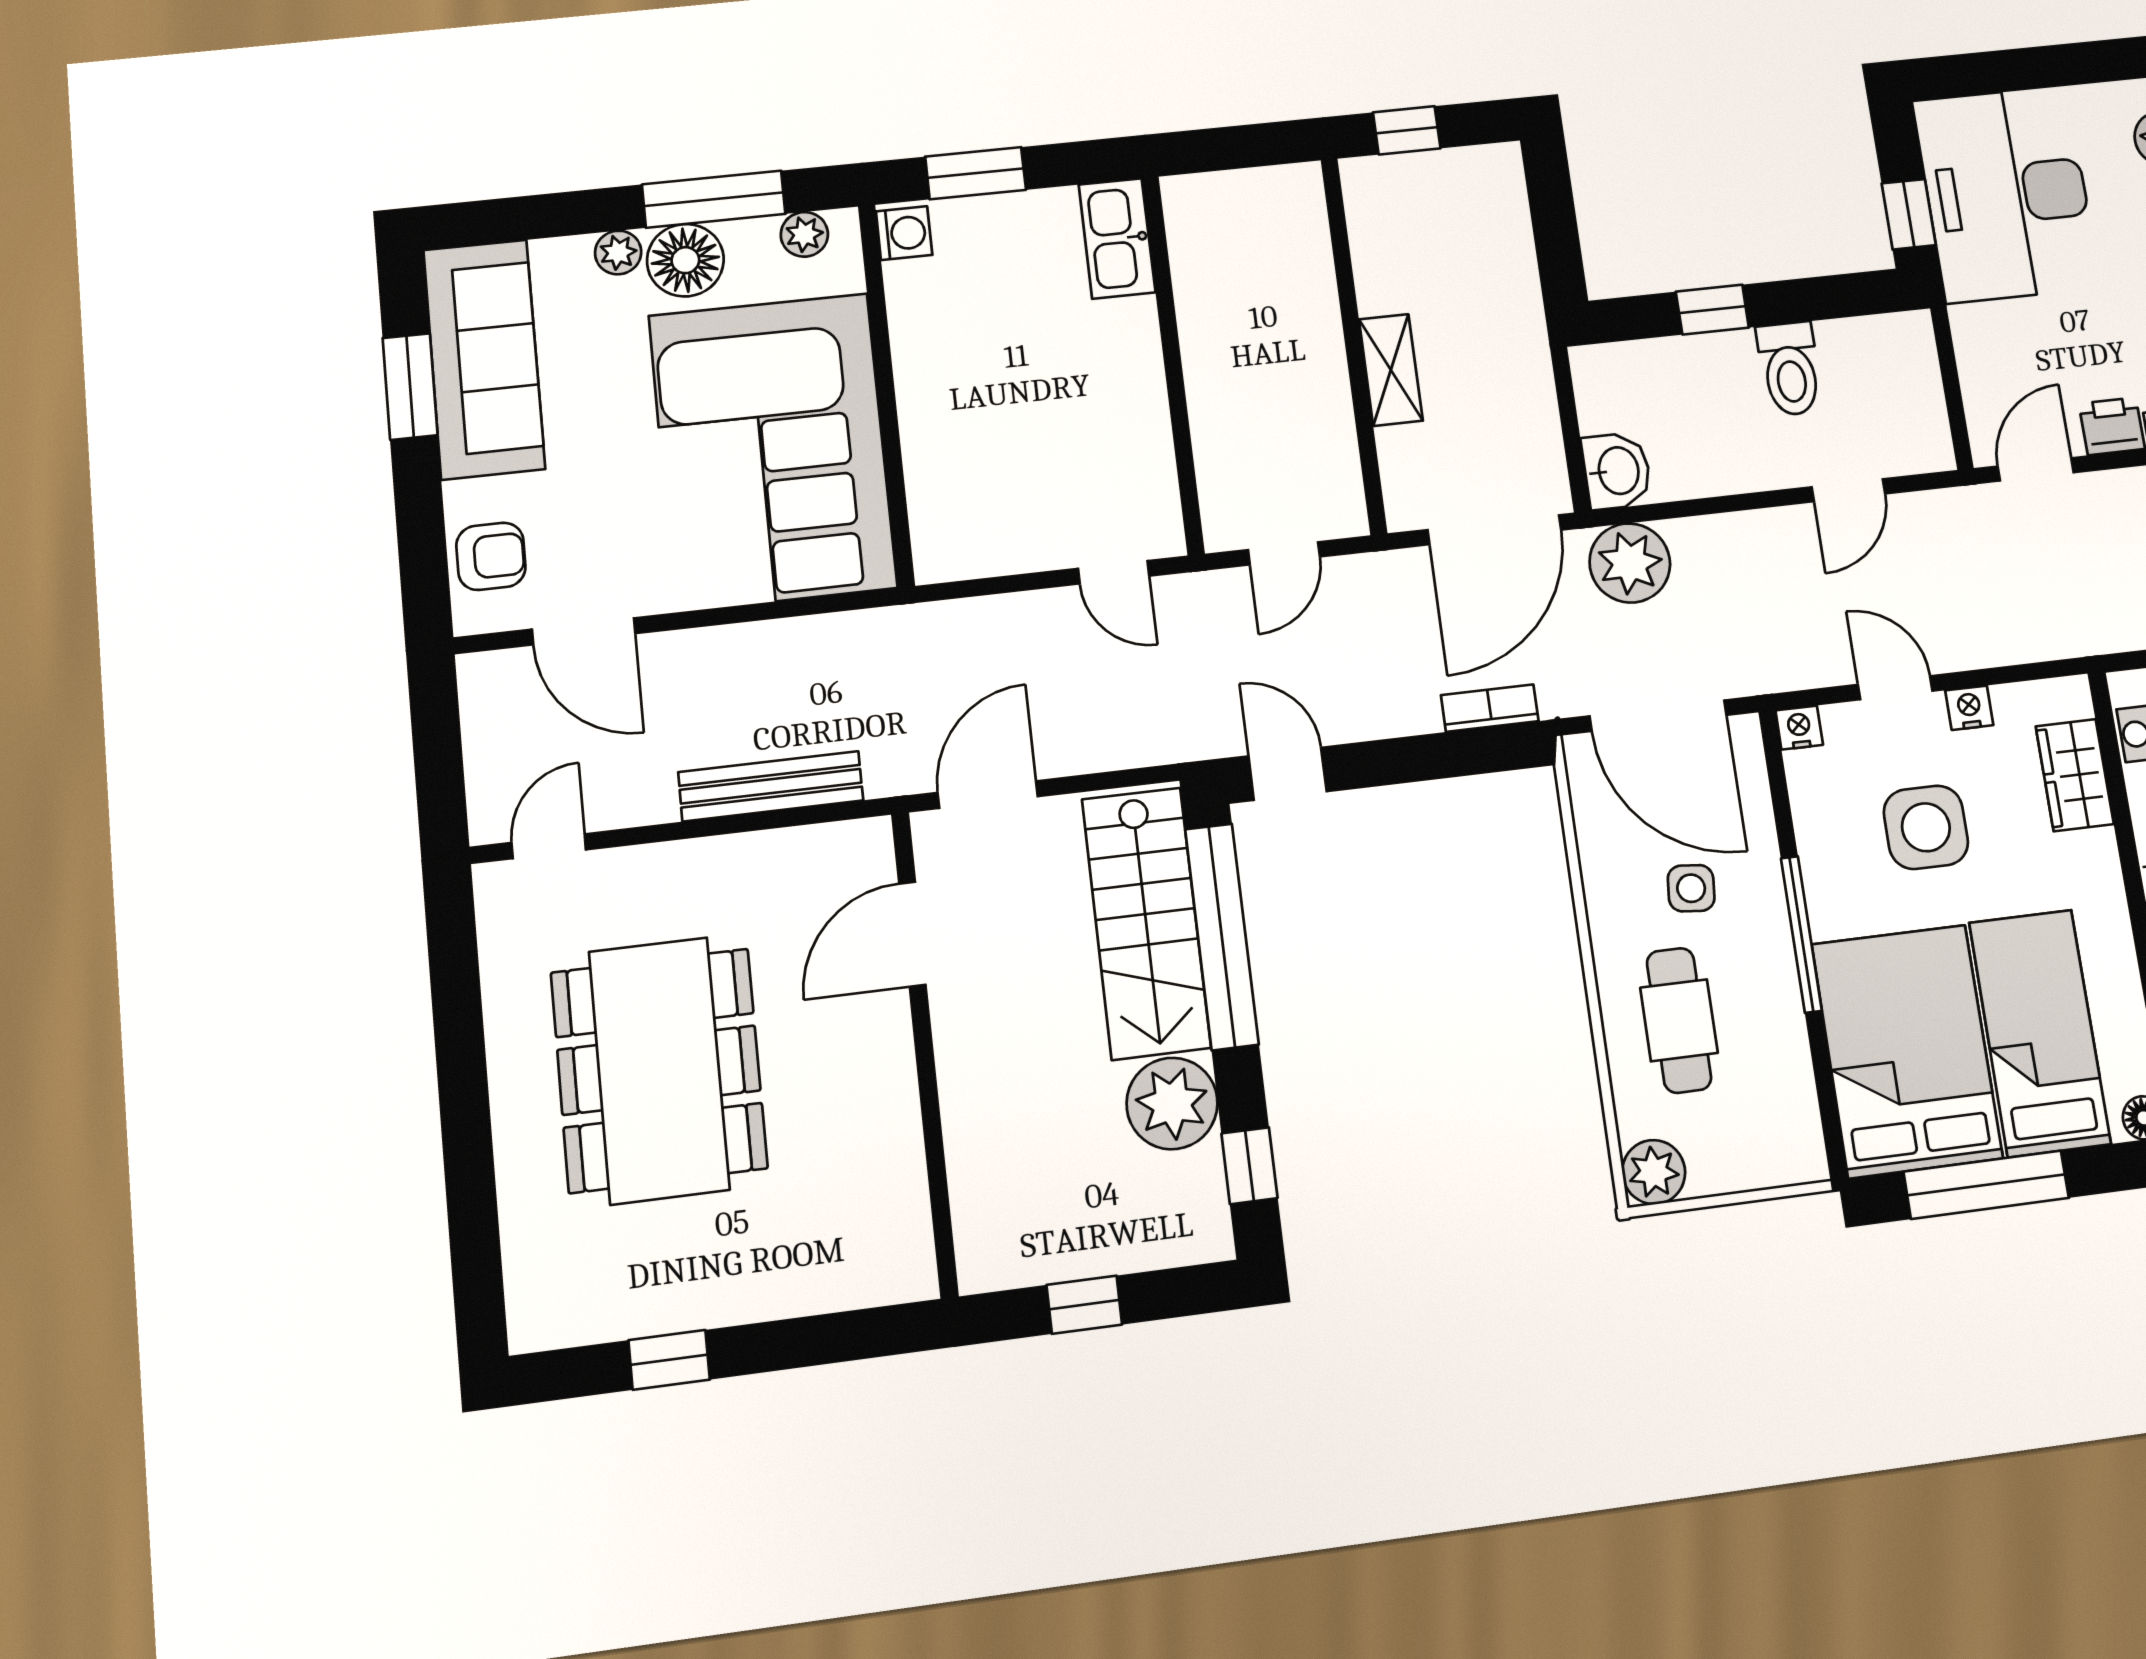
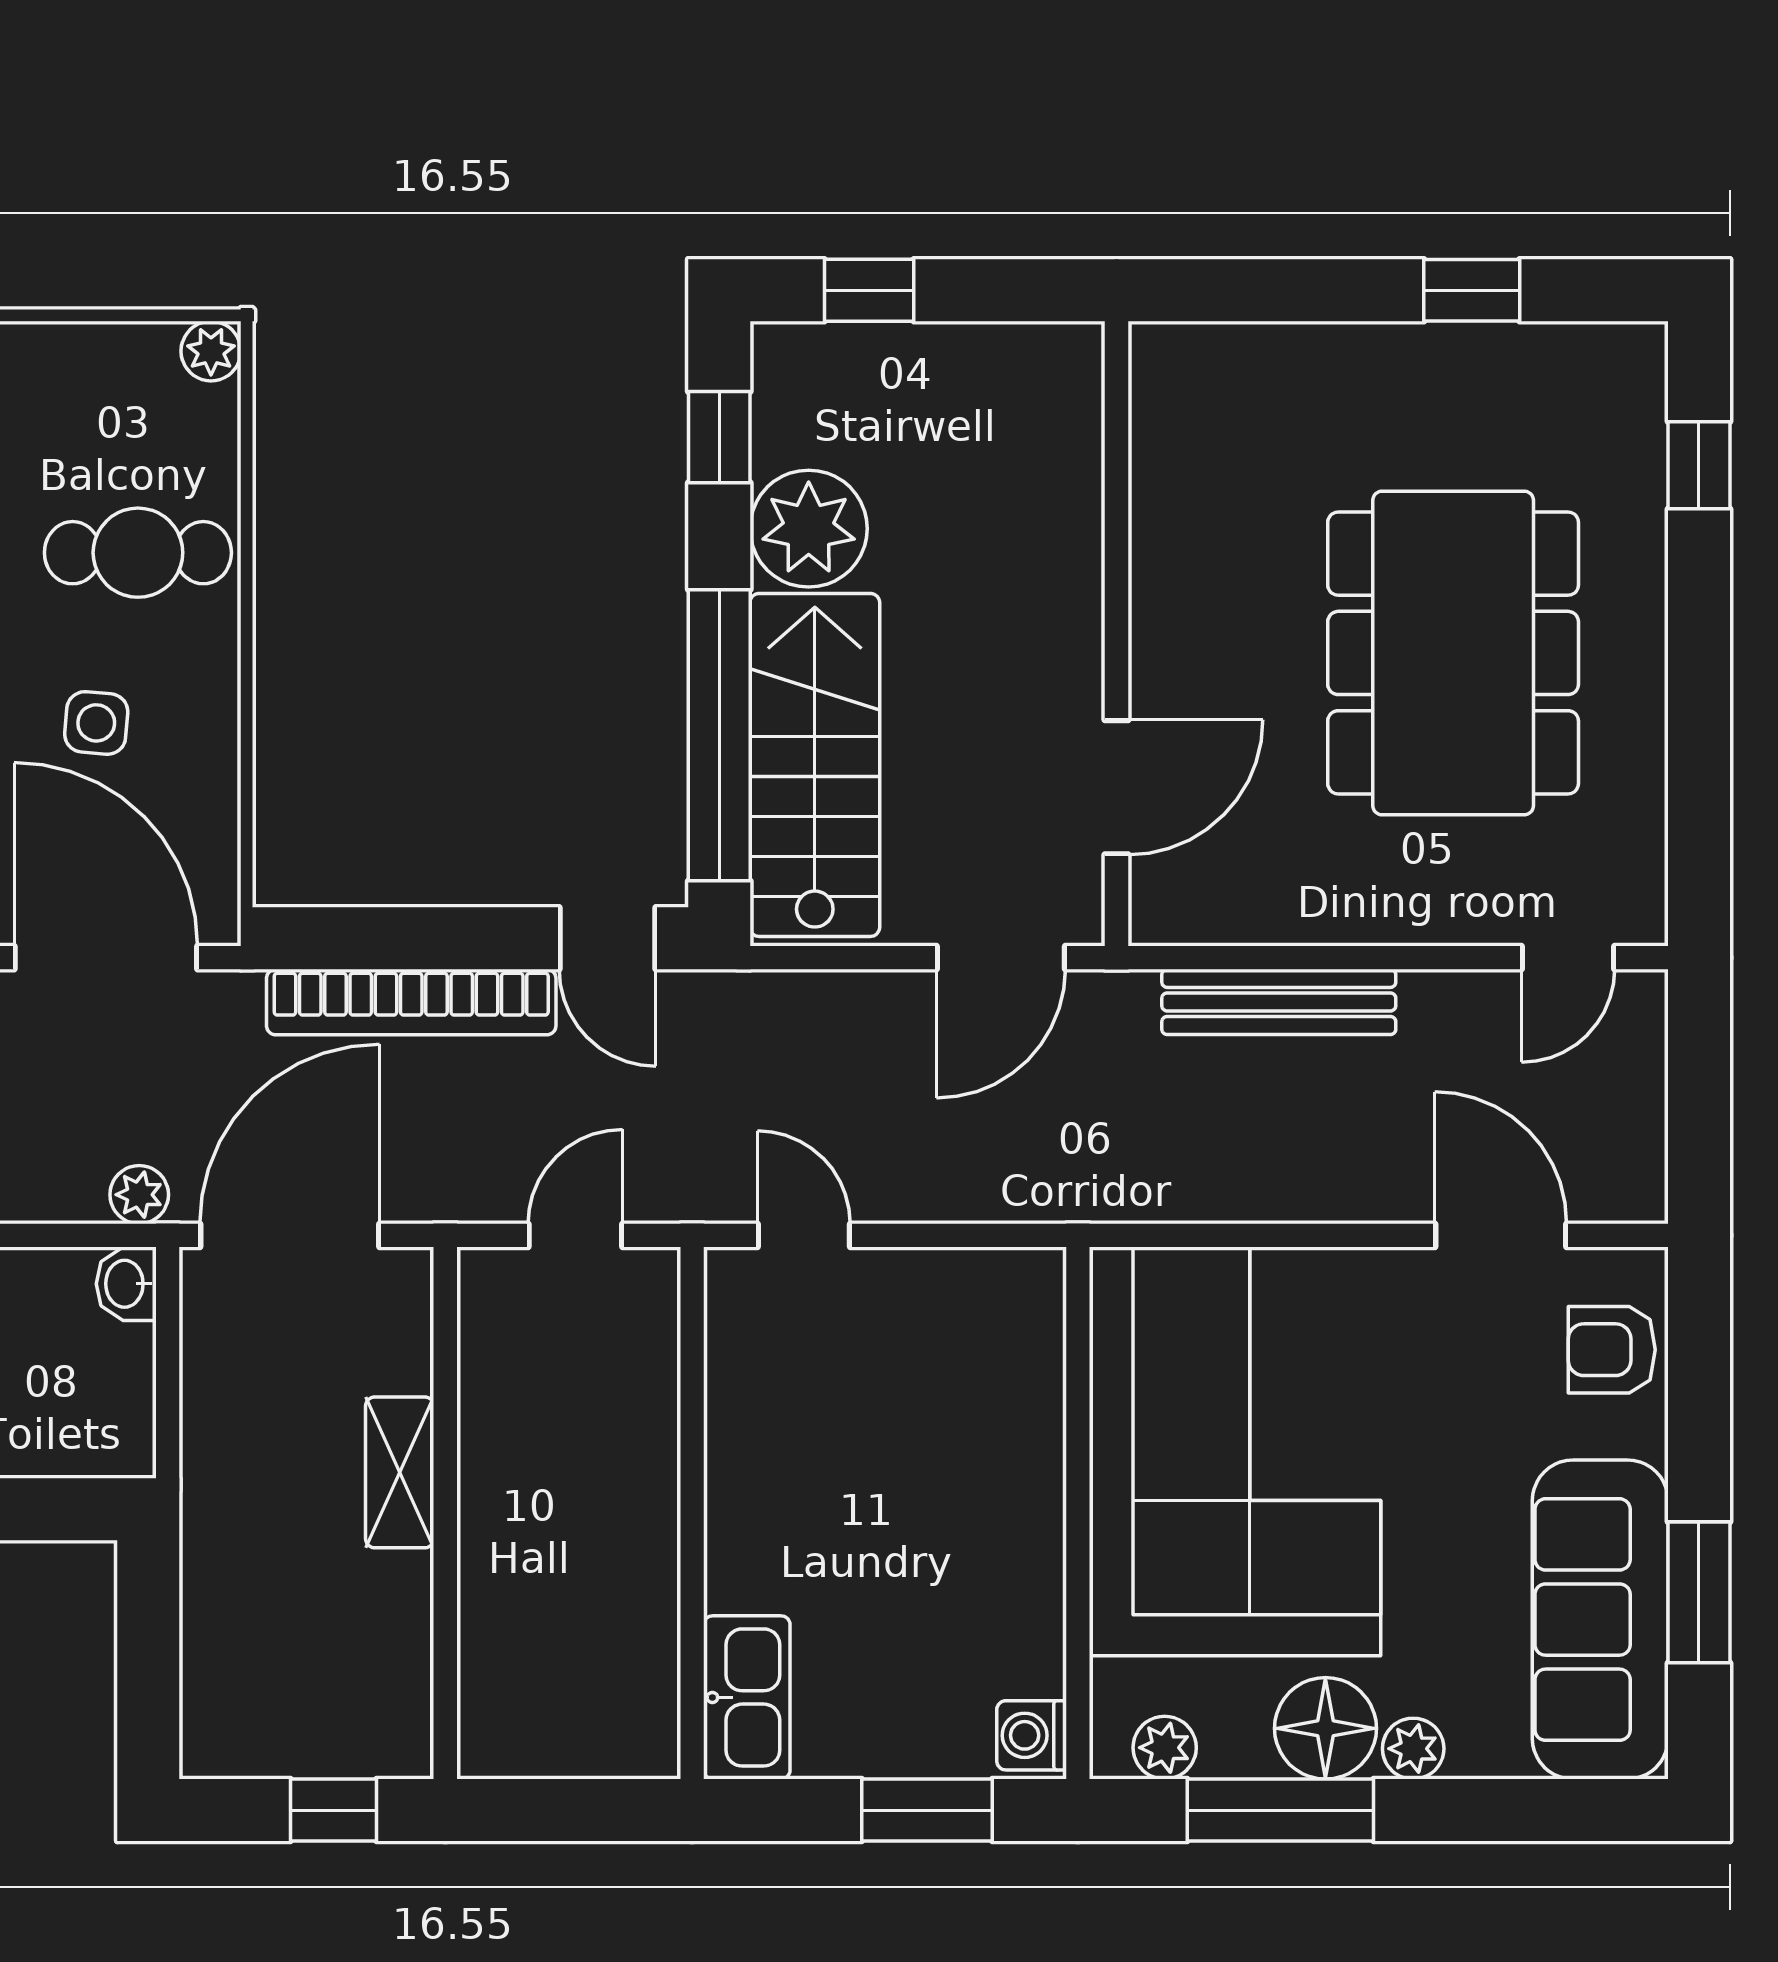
washbasin: (1617, 471) -> (126, 1284), width x0.72, depth x0.69
plant: (1630, 563) -> (139, 1195), width x0.53, depth x0.53
bookcase: (1490, 708) -> (411, 1002), width x2.31, depth x1.31
cafe table: (1679, 1020) -> (138, 553), turned 90
plant: (1654, 1172) -> (211, 351), width x0.73, depth x0.73
window: (475, 1243) -> (1699, 465), added
window: (1084, 1305) -> (869, 290), moved

